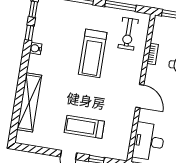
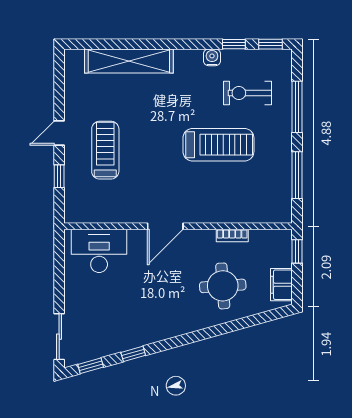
exercise bike: (128, 34) -> (247, 93), moved
treadmill: (93, 53) -> (218, 145), turned 180

